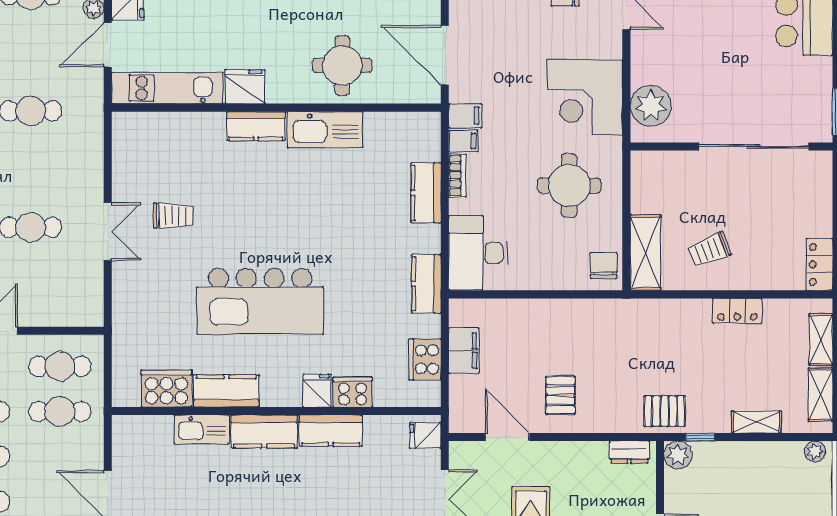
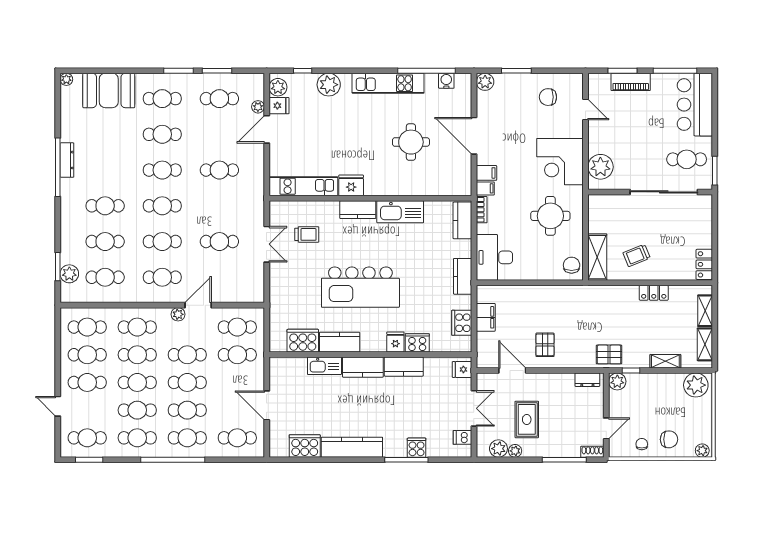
fridge: (245, 87) -> (351, 185), moved
kitchen unit: (167, 88) -> (303, 186), moved
cafe table: (791, 94) -> (687, 159), added
wall: (276, 108) -> (370, 198), moved
kitchen counter: (256, 126) -> (358, 210), moved
kitchen sink: (325, 130) -> (400, 212), moved
plant: (815, 451) -> (696, 385), width x1.87, depth x1.87

